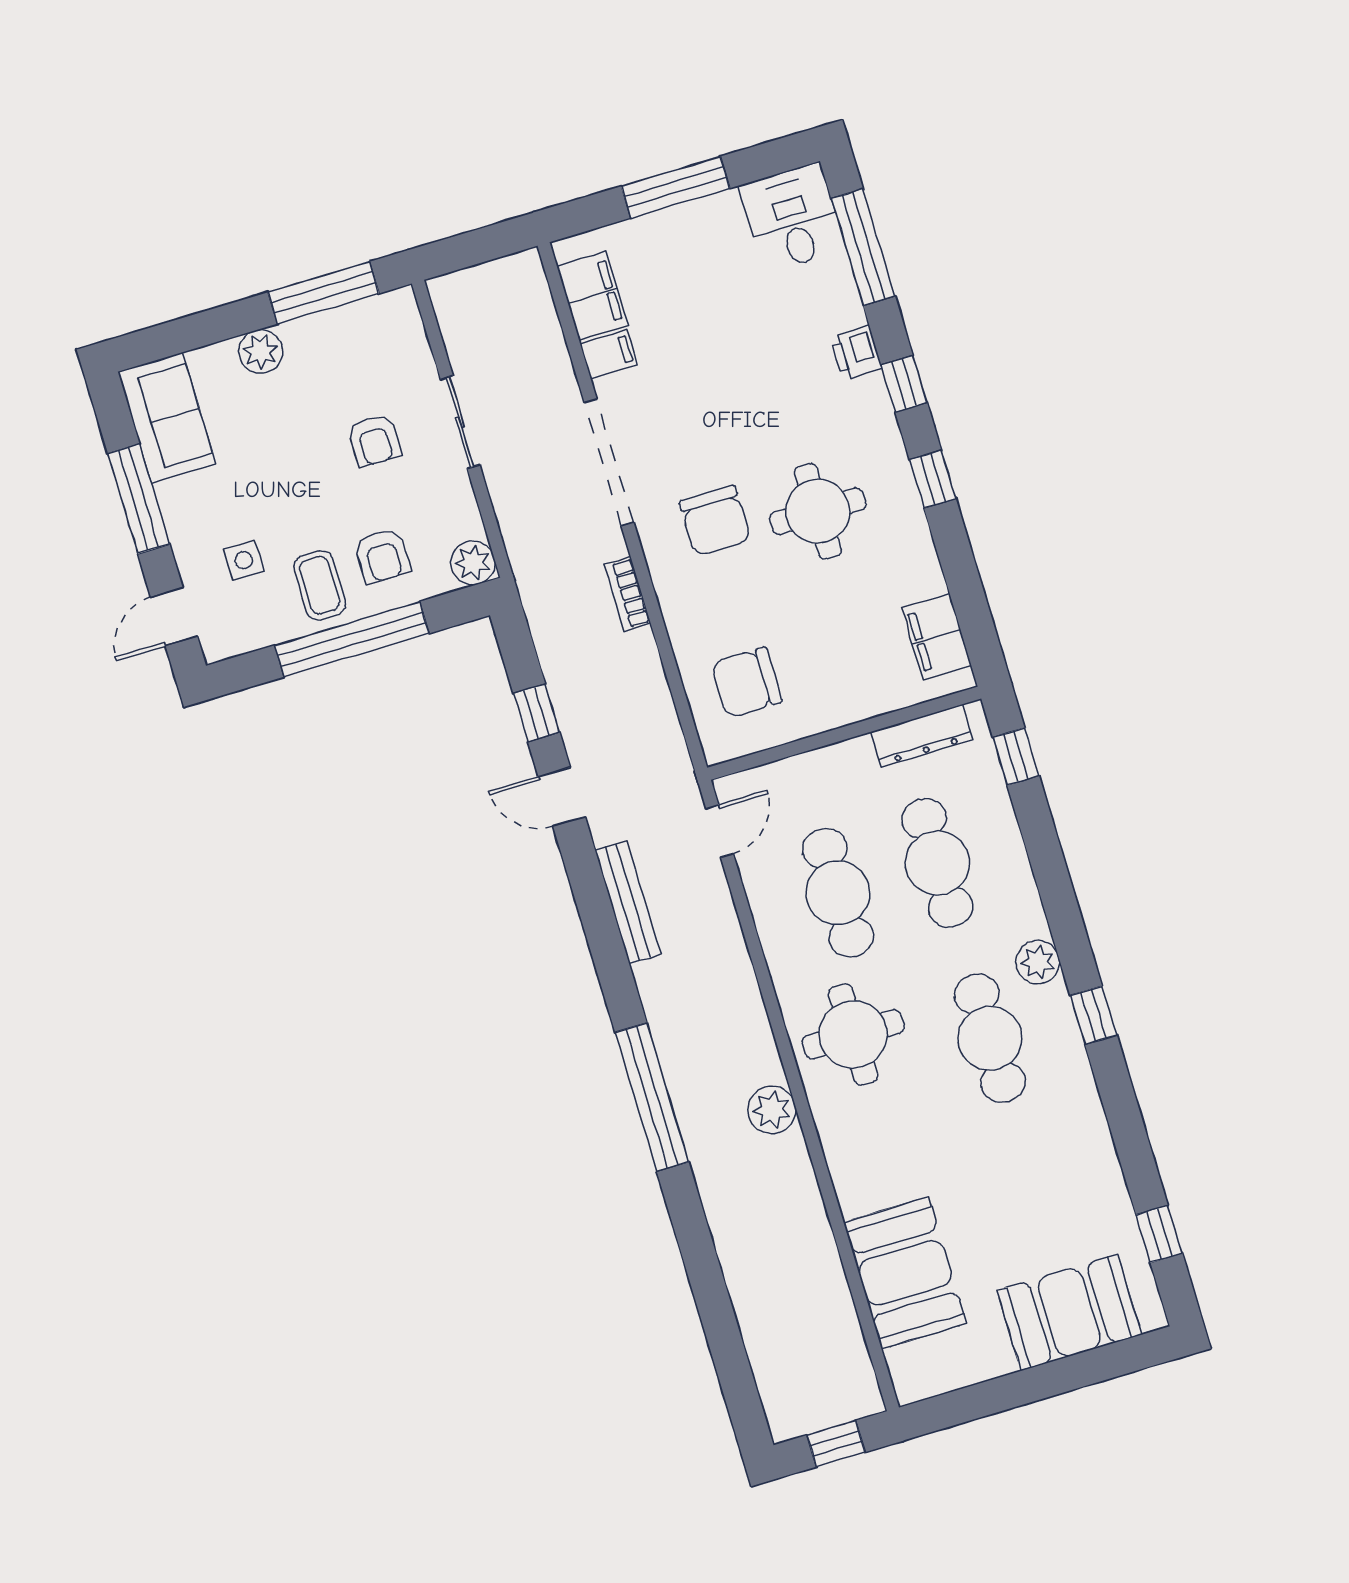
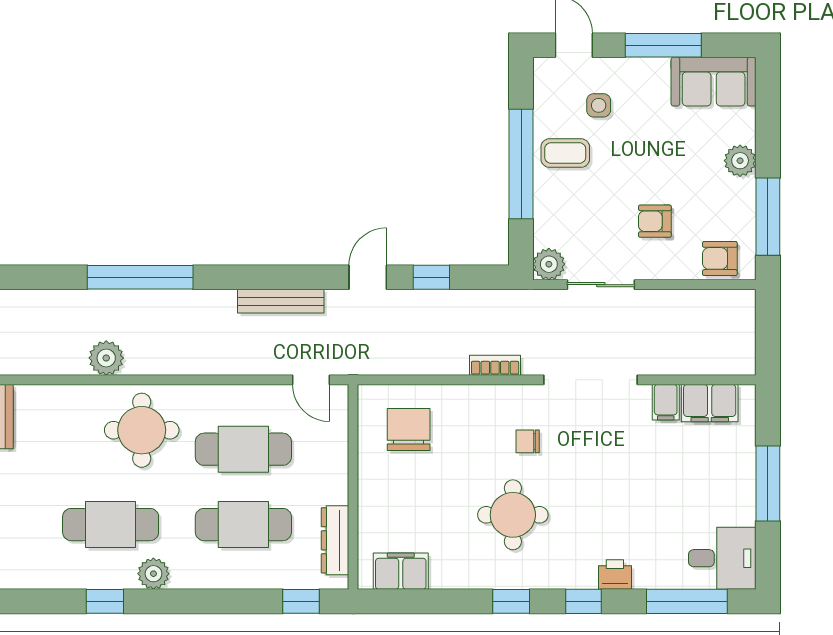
sliding door: (460, 422) -> (601, 285), moved
chair: (715, 521) -> (528, 441), width x0.54, depth x0.54
armchair: (382, 556) -> (720, 258), moved

